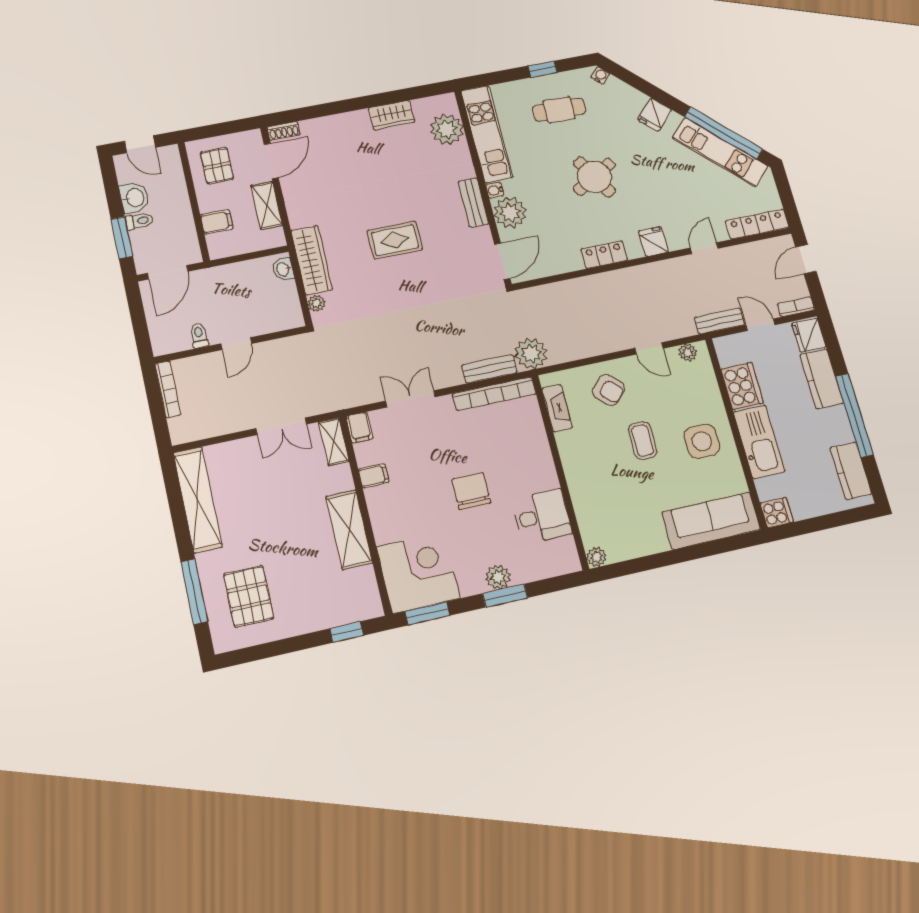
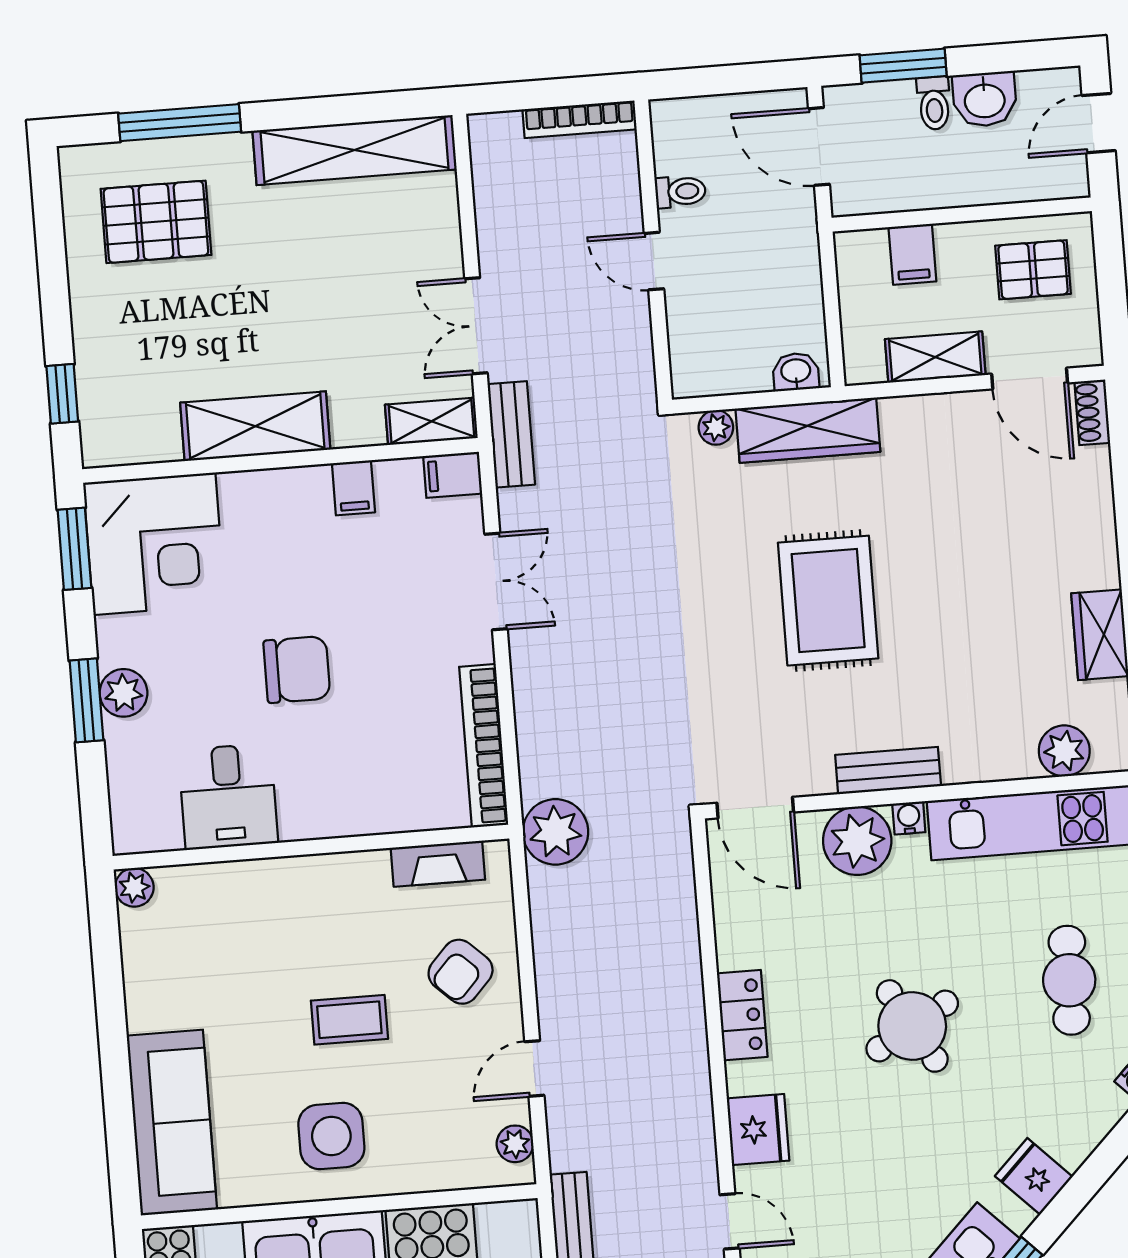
plant: (447, 129) -> (1064, 751), width x0.73, depth x0.73
rug: (395, 240) -> (828, 601), width x1.36, depth x1.43
fridge: (653, 241) -> (758, 1130), width x1.38
bench: (489, 369) -> (511, 434), moved

